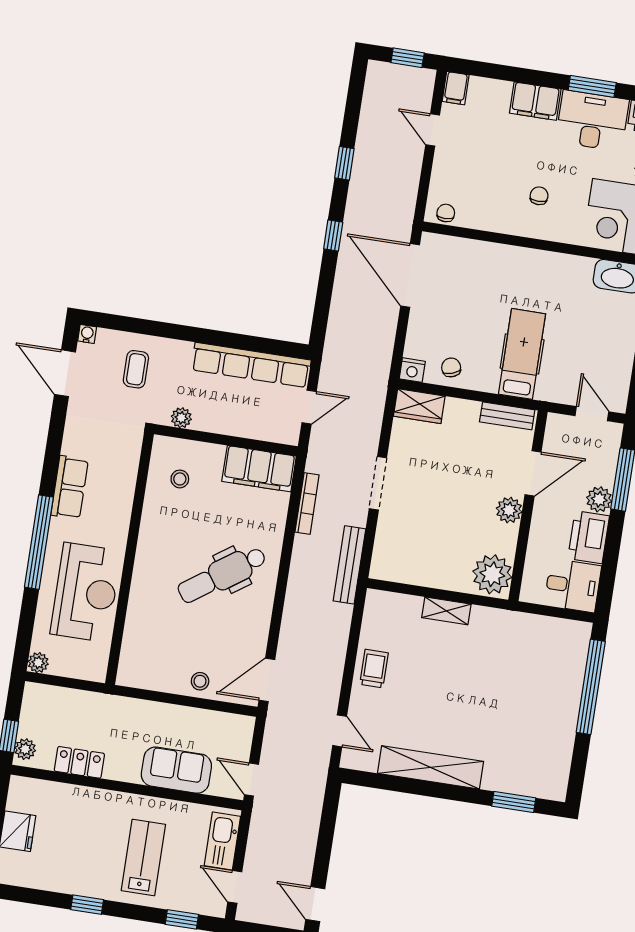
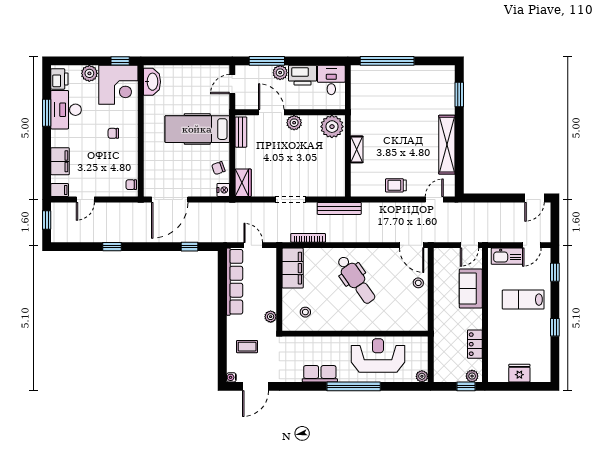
filing cabinet: (535, 101) -> (60, 161), moved
window: (333, 236) -> (190, 247), moved
hospital bed: (522, 354) -> (197, 129), width x1.37, depth x1.29

